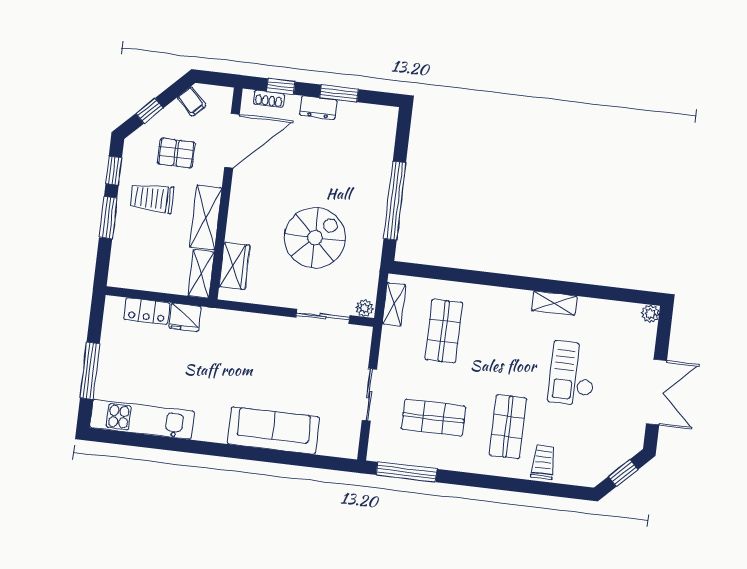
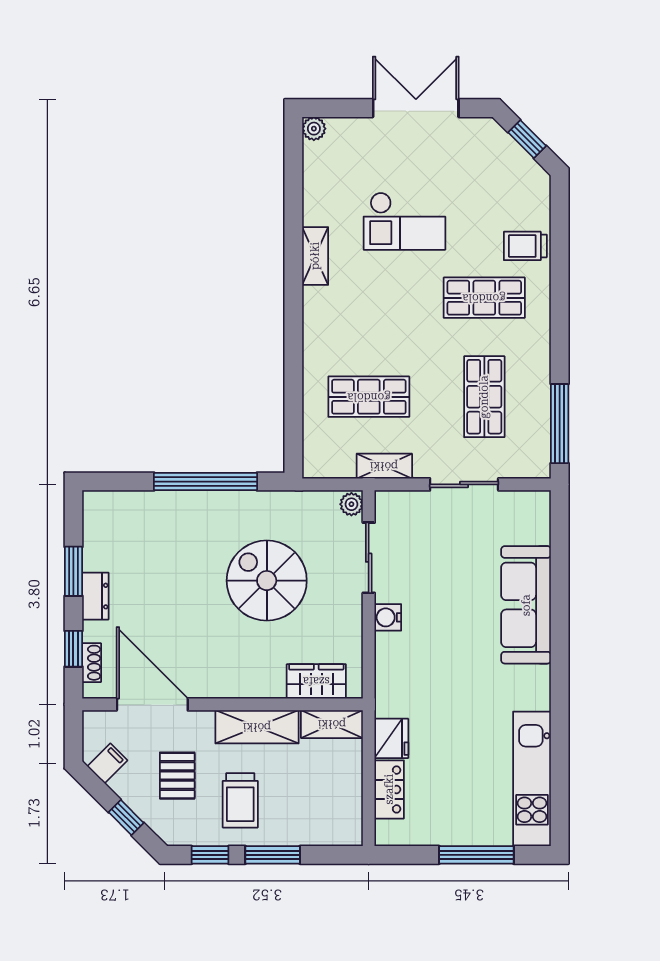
shelving: (394, 304) -> (384, 466), moved
water cooler: (276, 325) -> (388, 617), added

